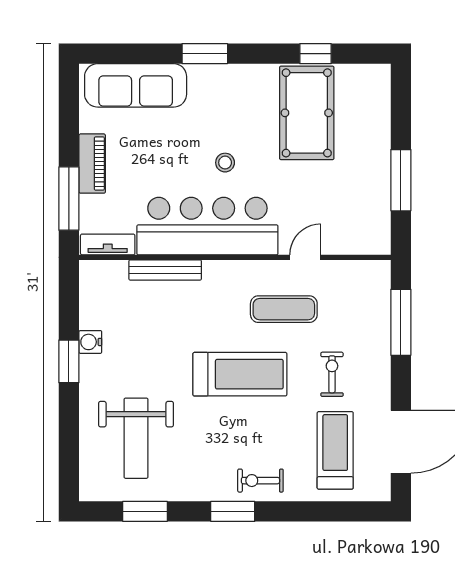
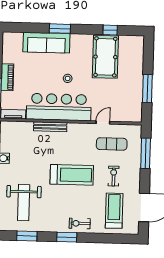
sofa: (136, 85) -> (46, 43), moved
bench: (165, 270) -> (50, 127), moved
exercise mat: (284, 309) -> (112, 144), moved

